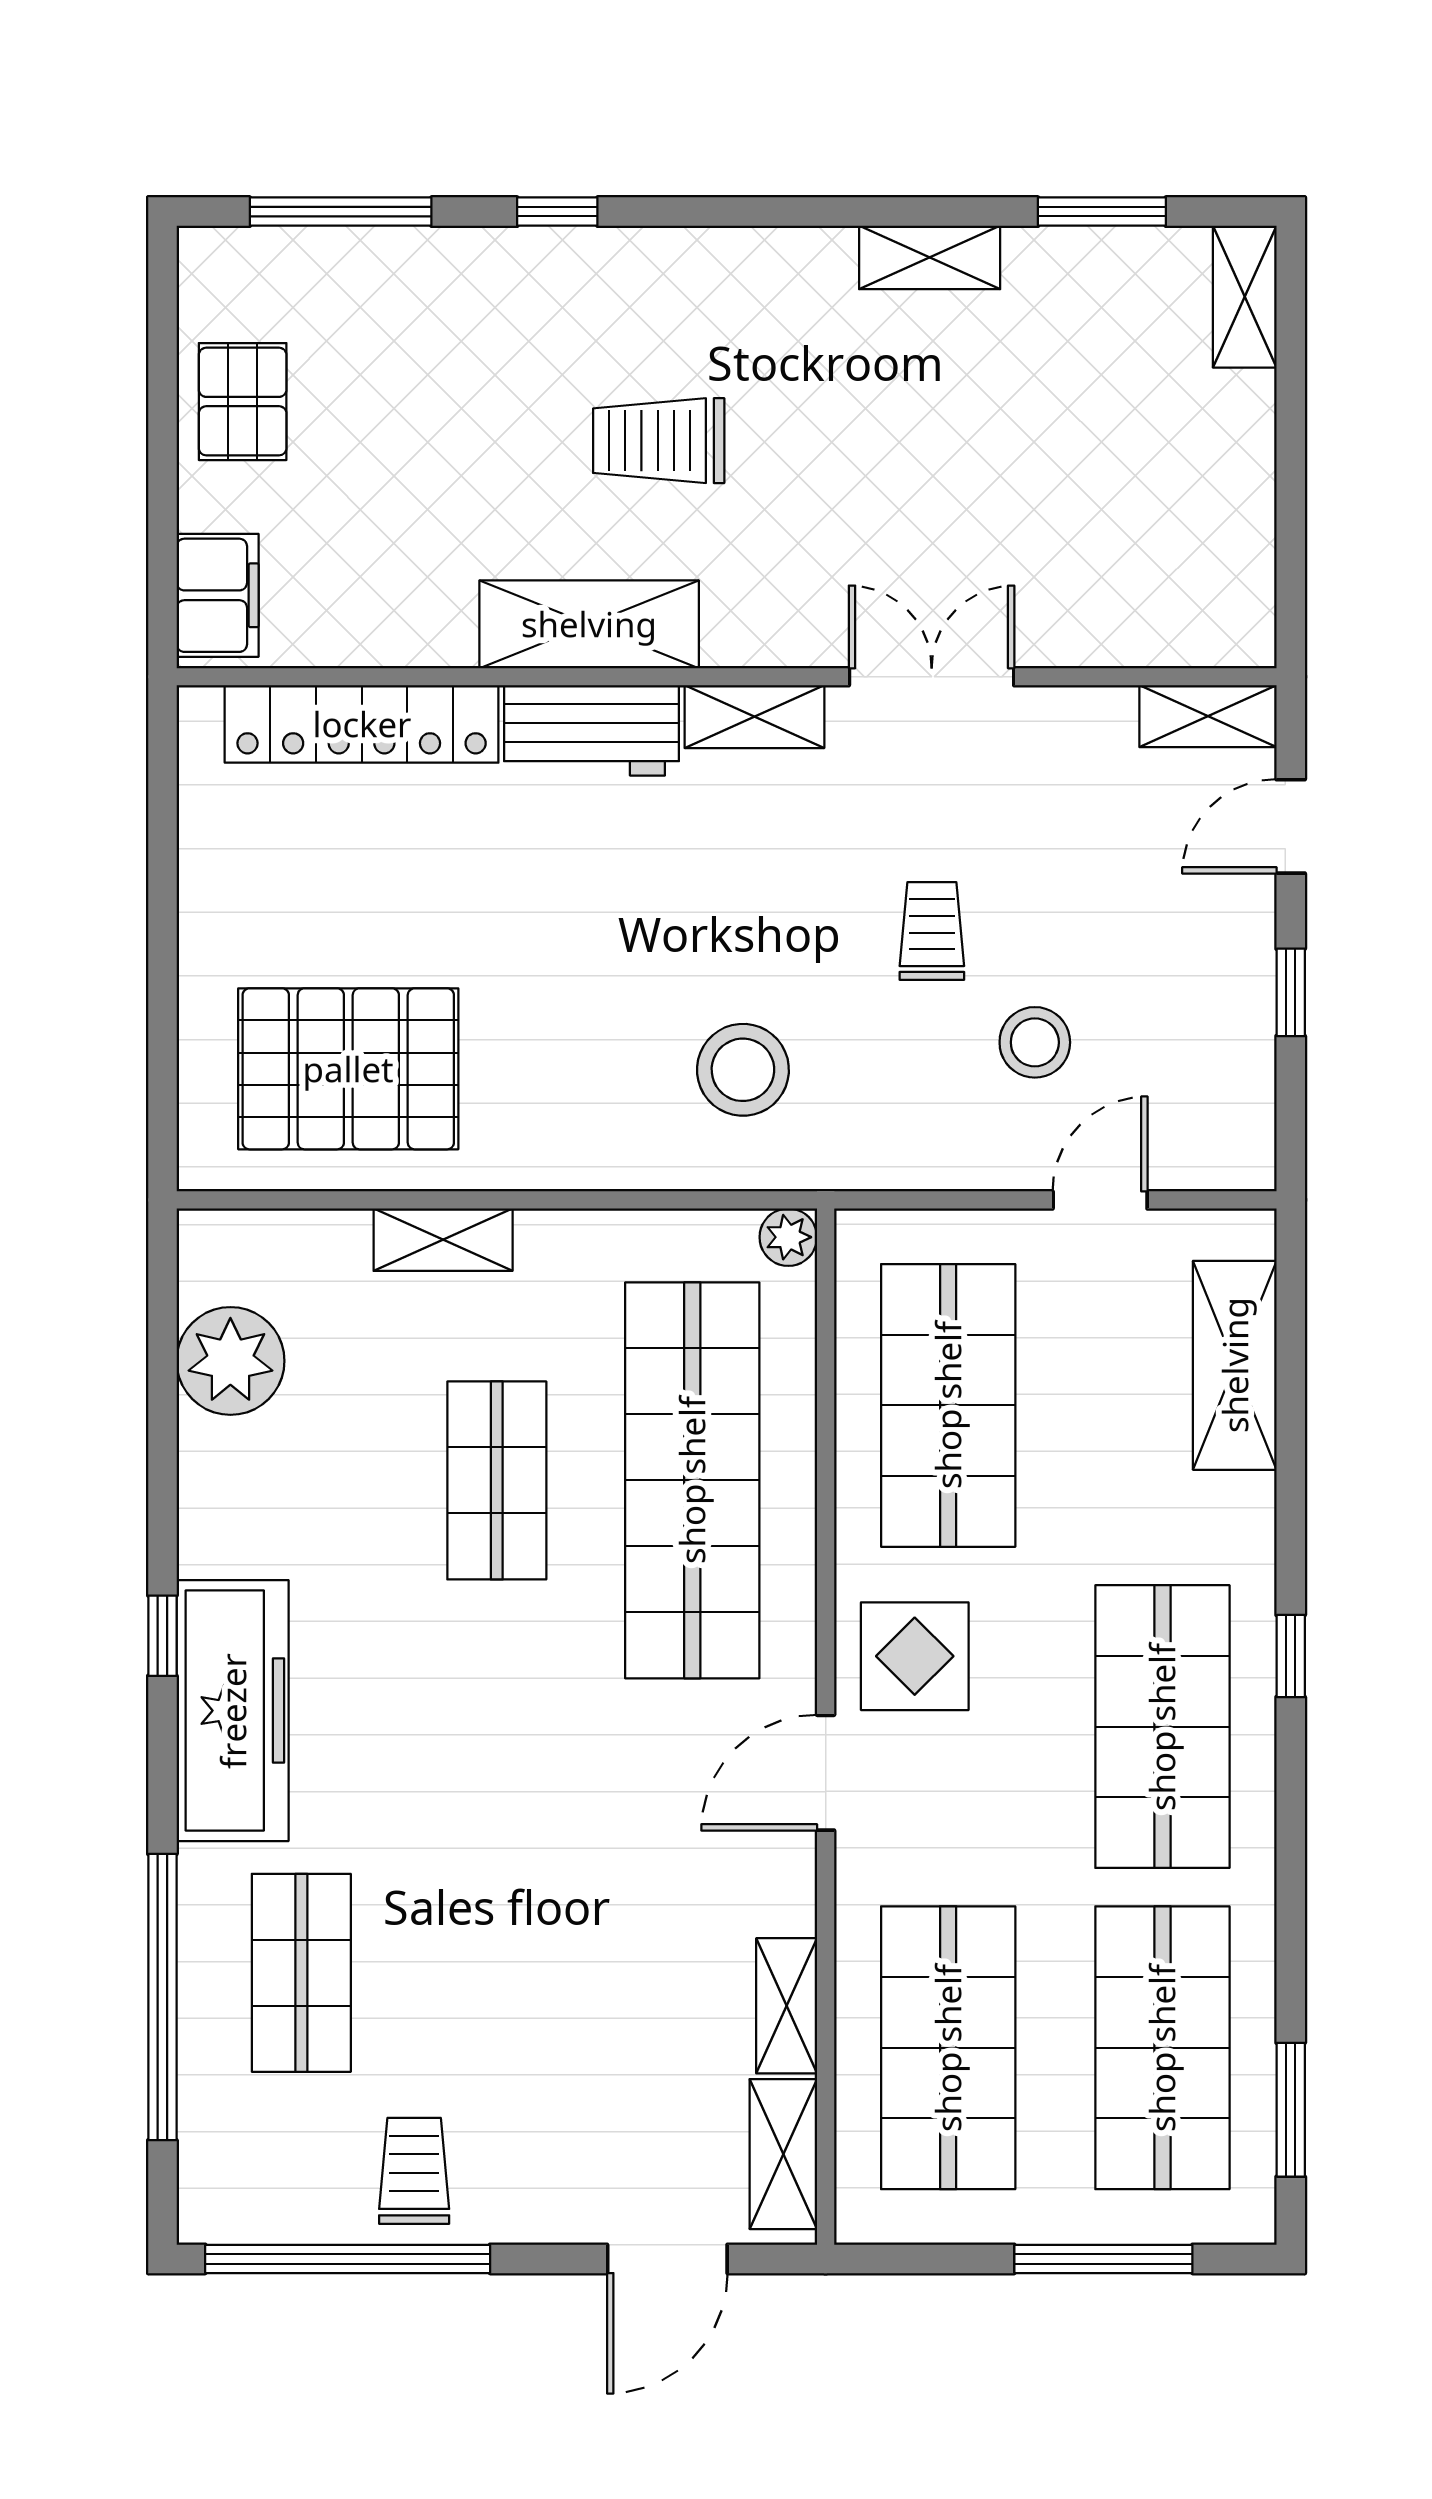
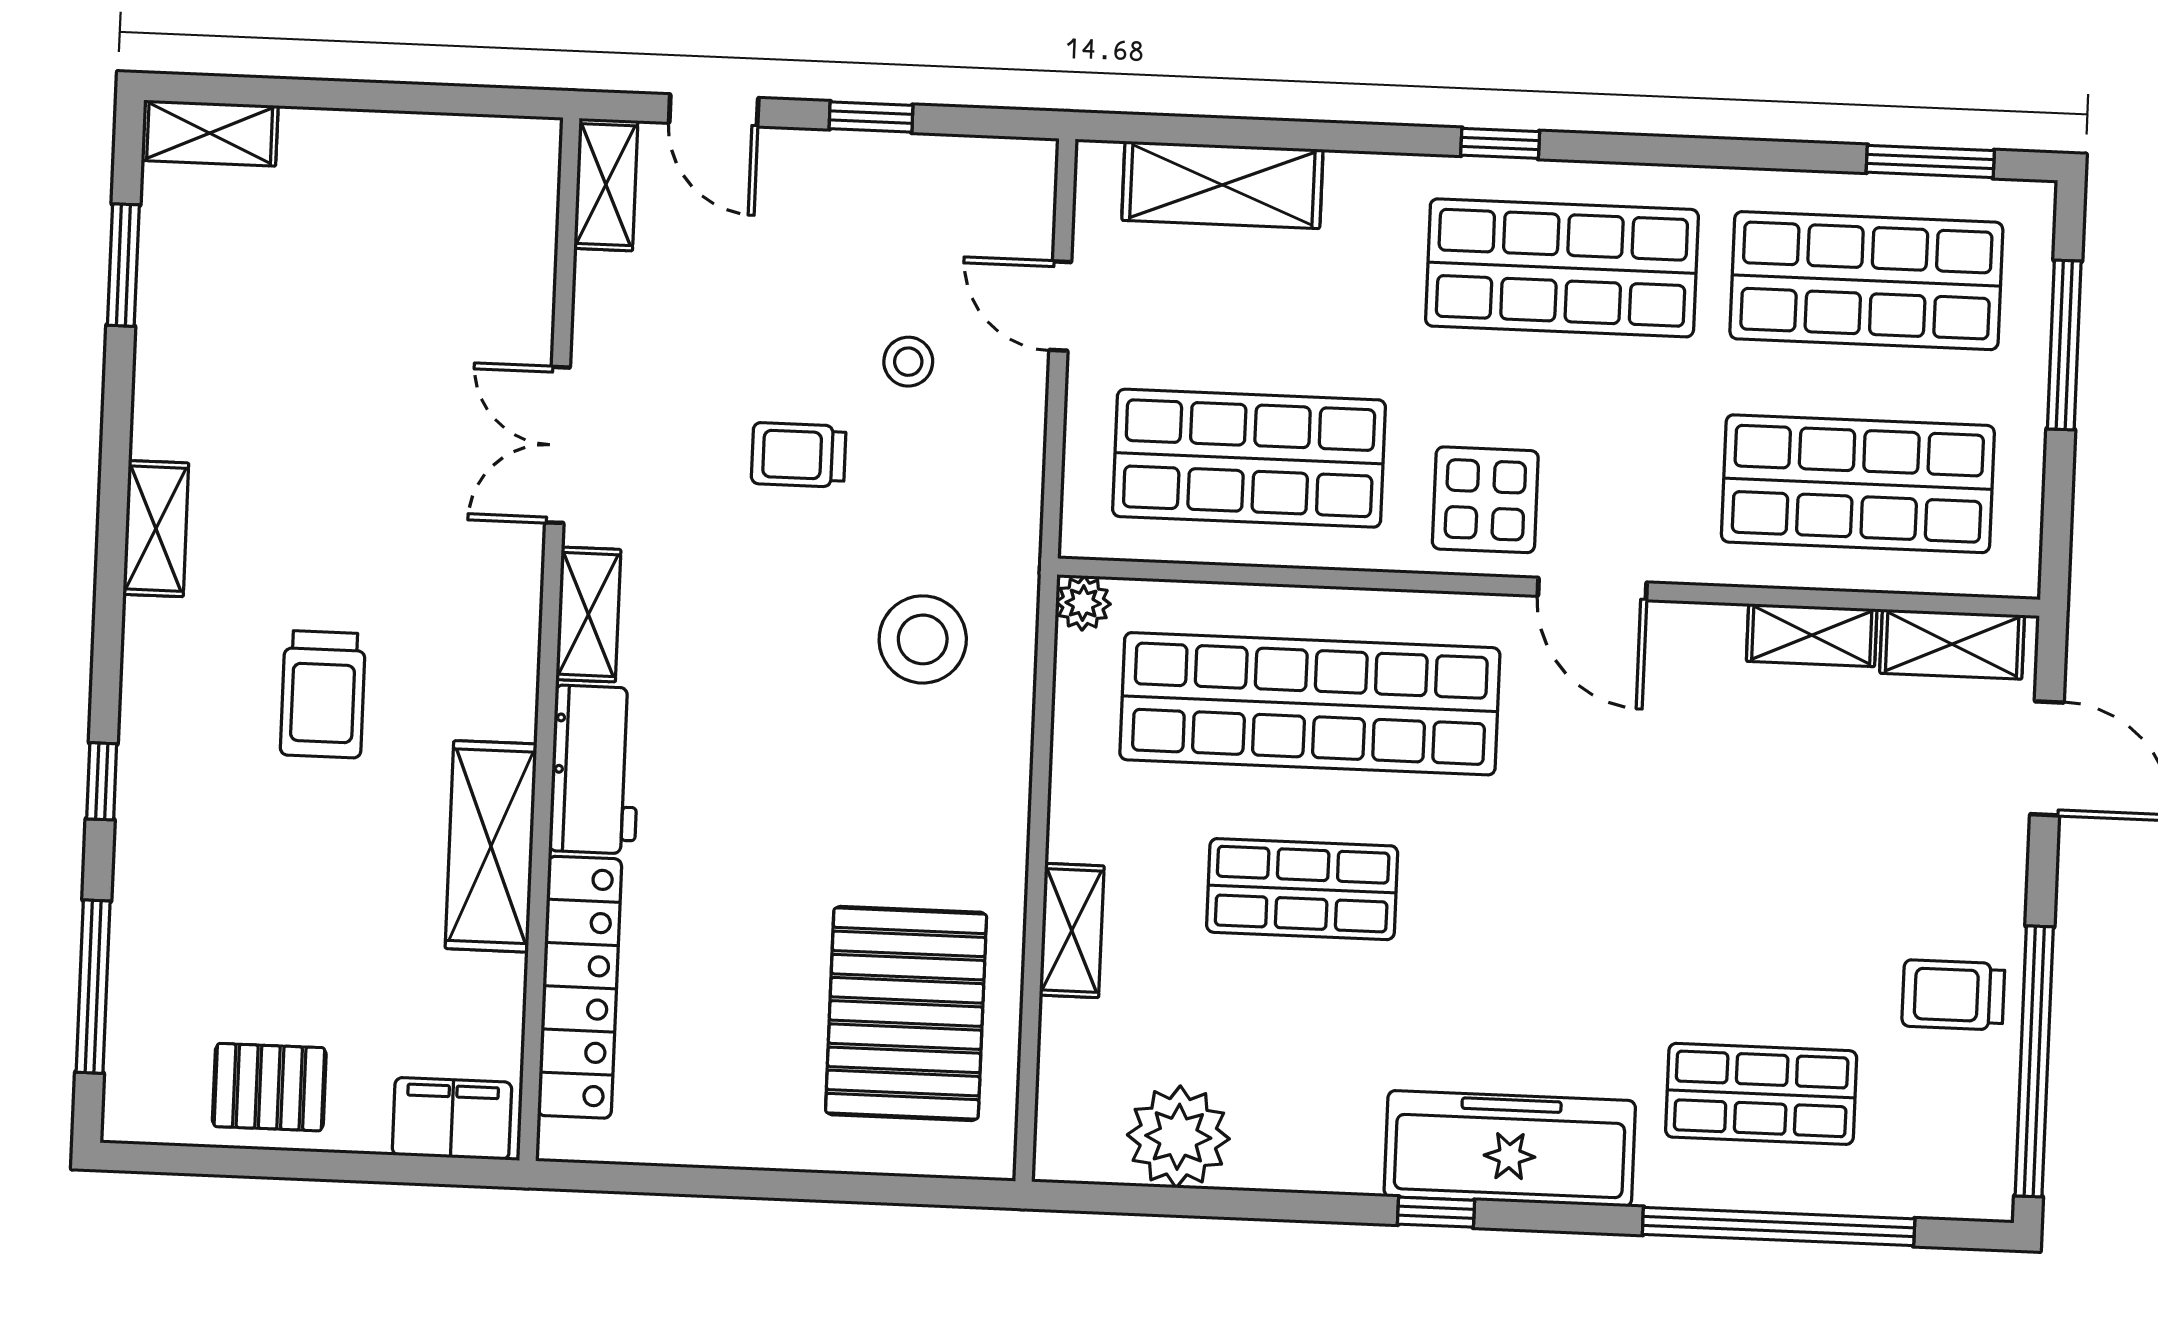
shelving: (930, 257) -> (156, 529), moved
shelving: (589, 624) -> (491, 846), moved
stool: (1035, 1042) -> (908, 362), width x0.73, depth x0.73

